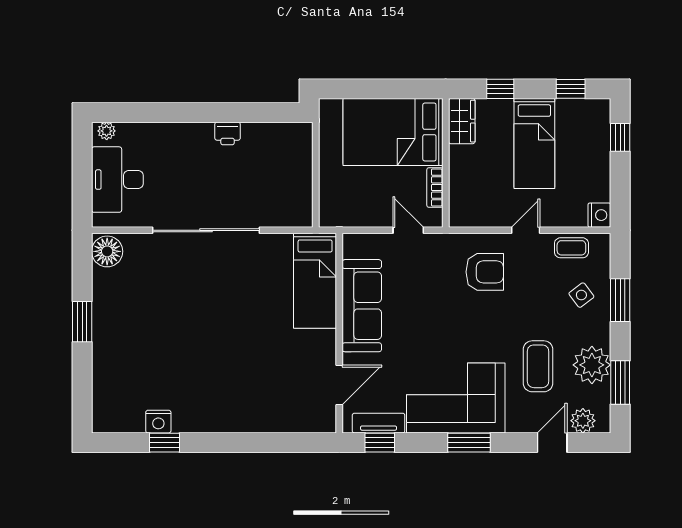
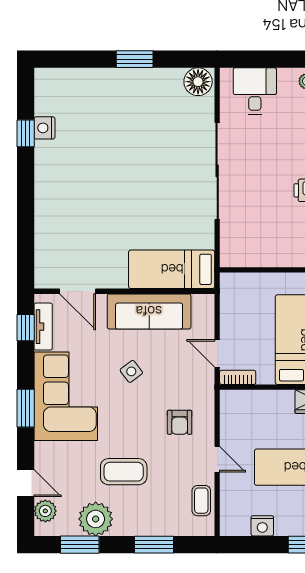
desk: (117, 180) -> (255, 91), width x0.73
bookcase: (435, 188) -> (238, 377), moved
nightstand: (599, 215) -> (262, 526), moved
door: (408, 230) -> (217, 353), swing flipped
armchair: (485, 272) -> (180, 422), width x0.72, depth x0.72
side table: (581, 295) -> (131, 371), moved
coffee table: (538, 366) -> (124, 472), moved

